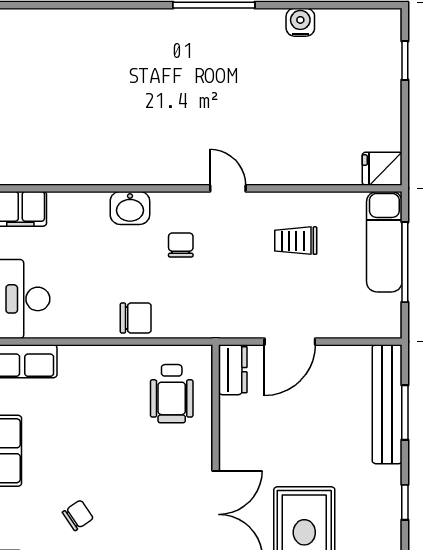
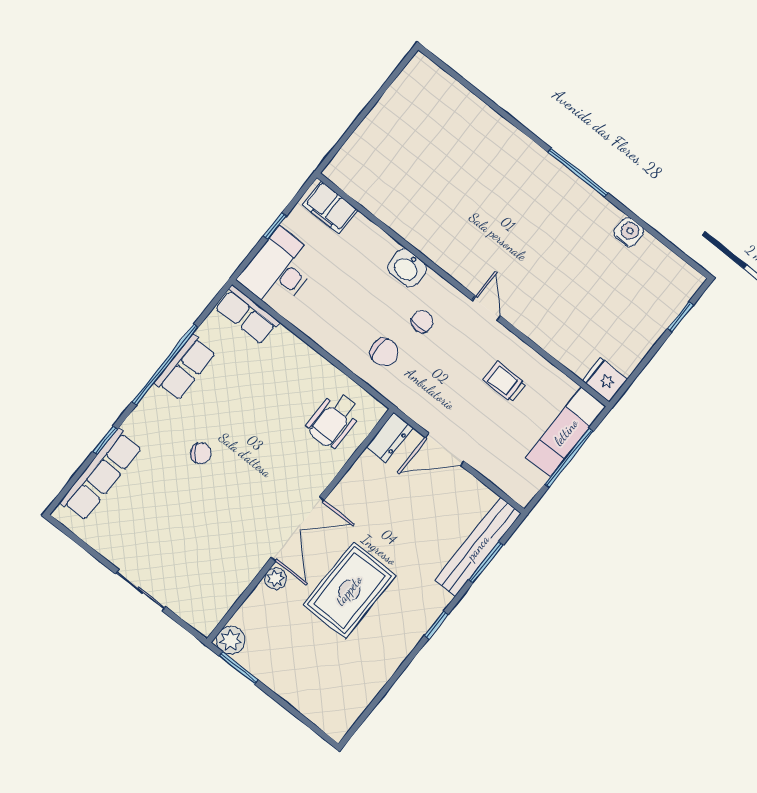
chair: (136, 318) -> (384, 352), moved

